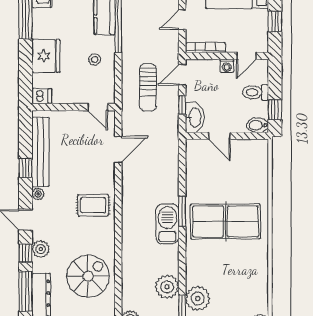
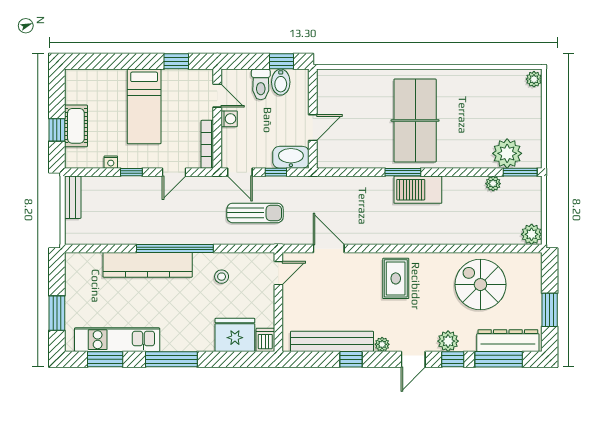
door: (182, 20) -> (174, 172), hinge flipped
fridge: (46, 56) -> (235, 335), moved
bidet: (258, 125) -> (281, 82), moved
plant: (167, 287) -> (493, 184), width x0.53, depth x0.53

